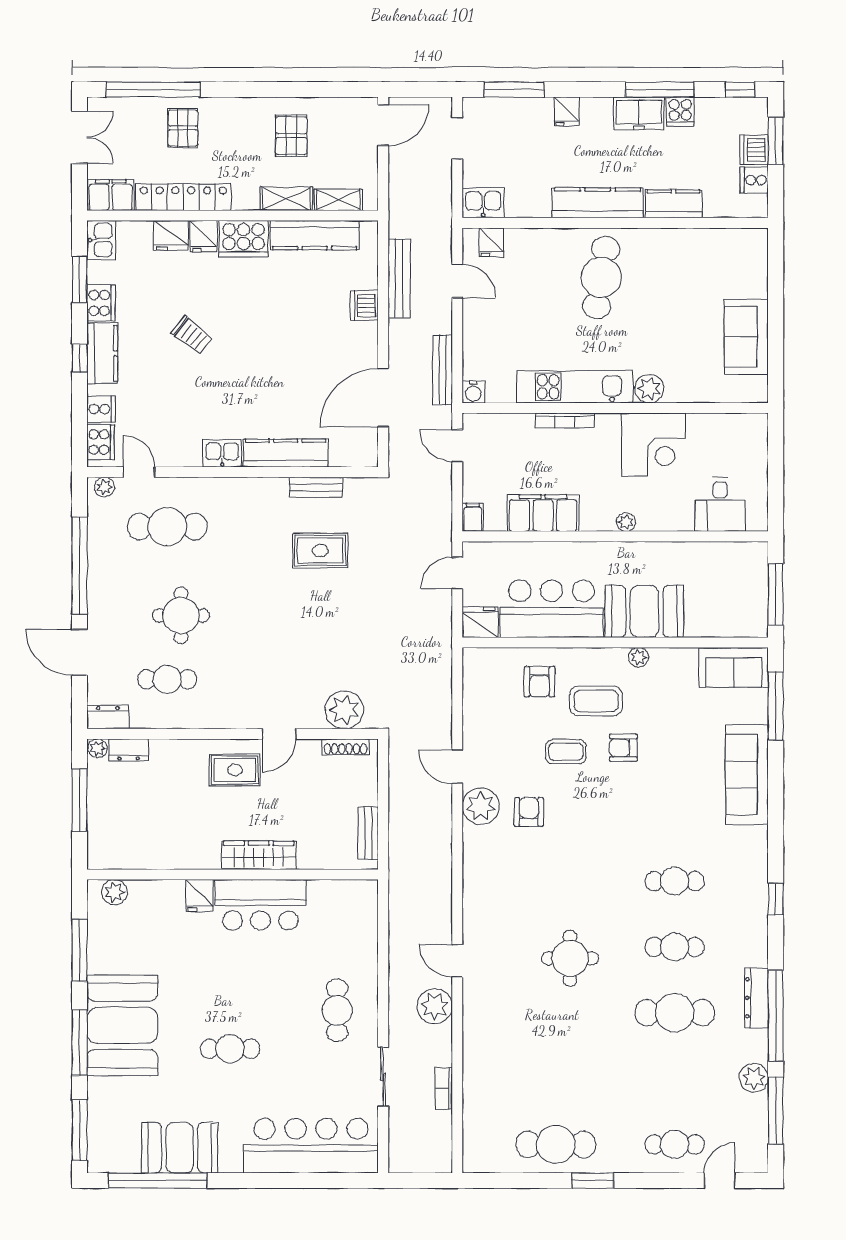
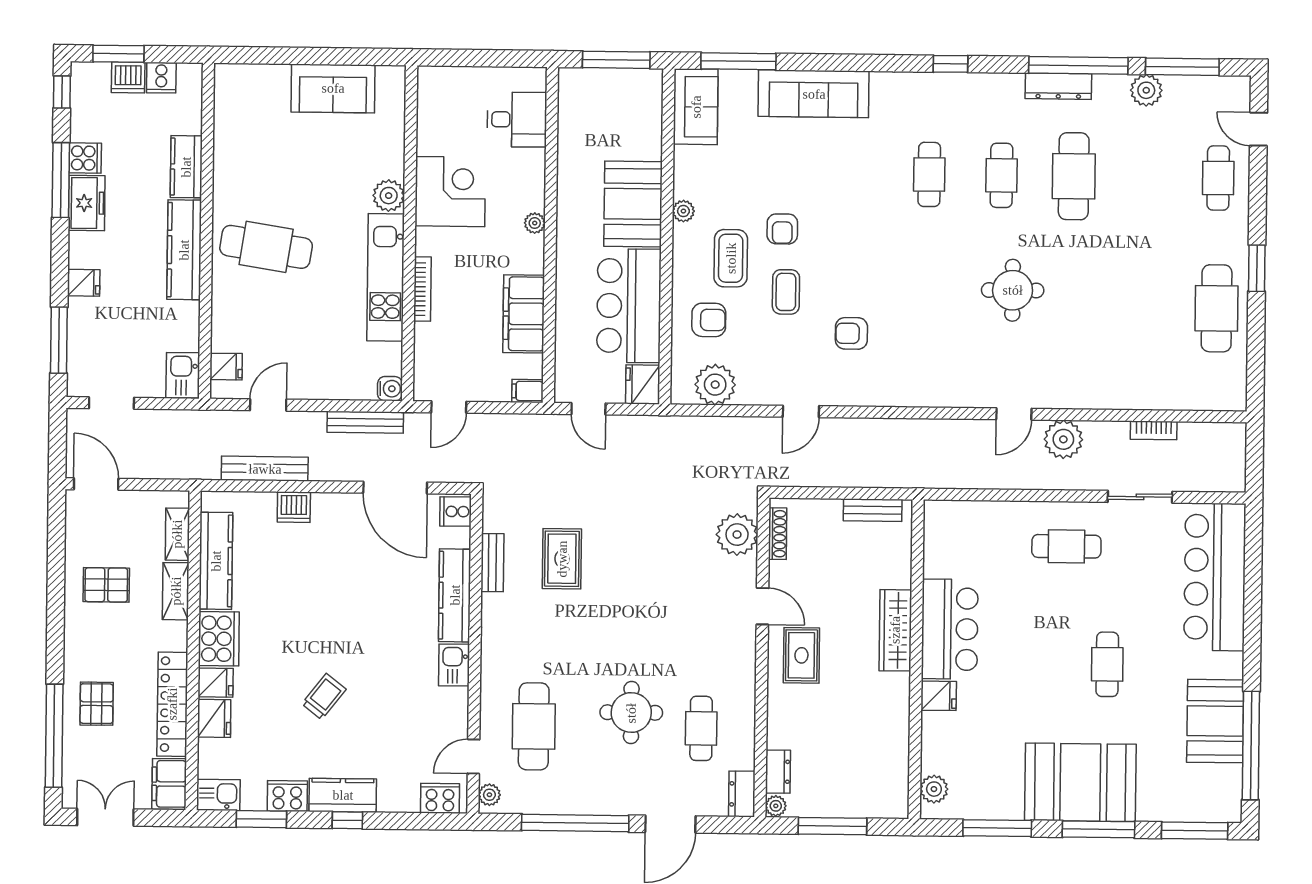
pallet: (183, 128) -> (97, 704), turned 90
cooker: (101, 409) -> (456, 512), moved, turned -90
plant: (481, 806) -> (715, 385), moved

